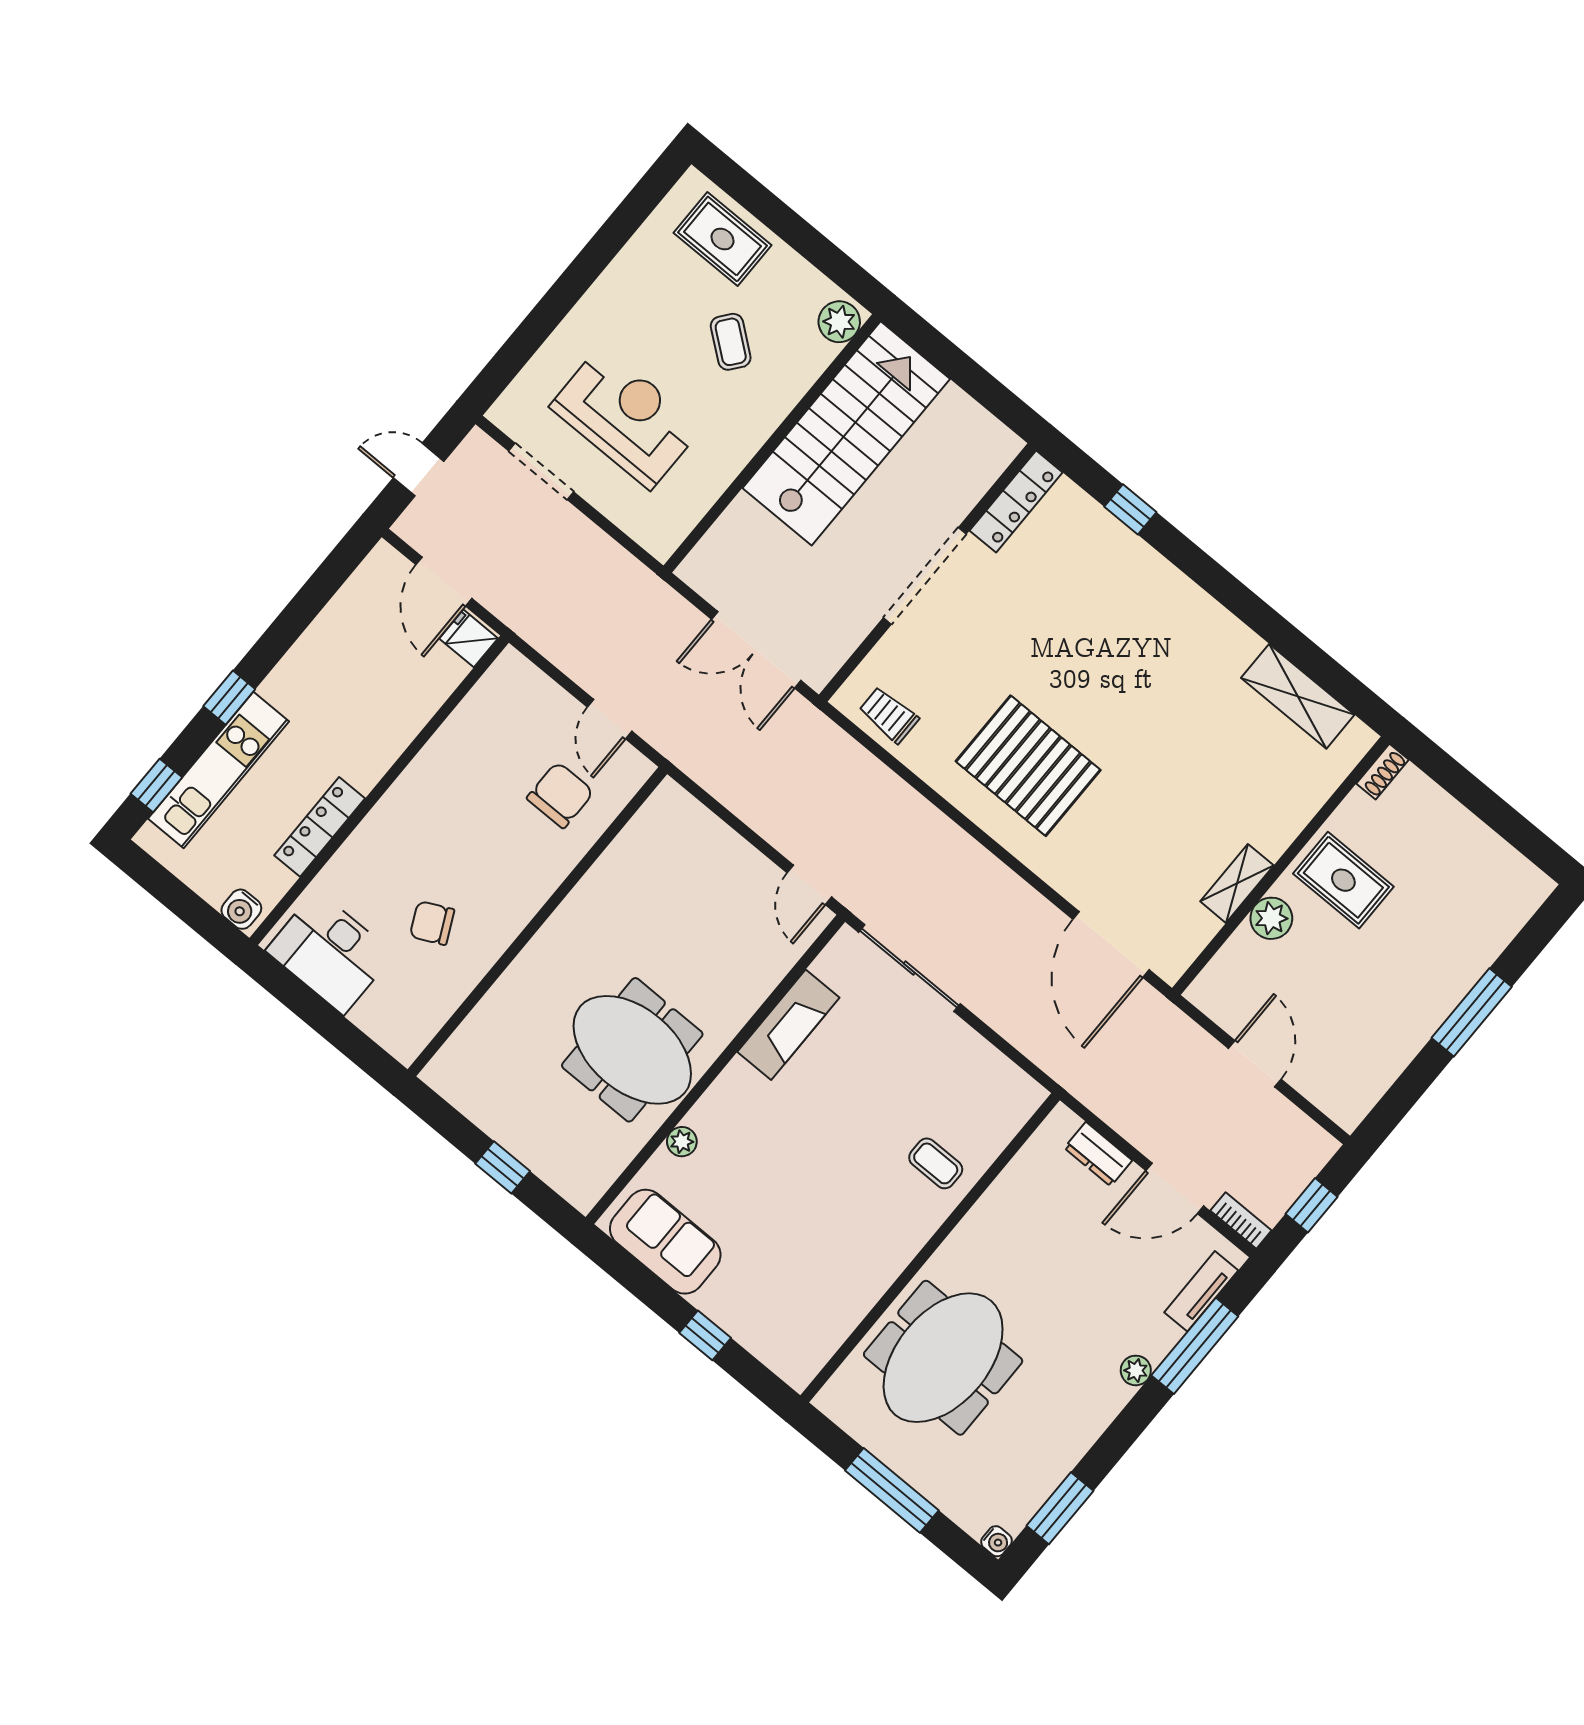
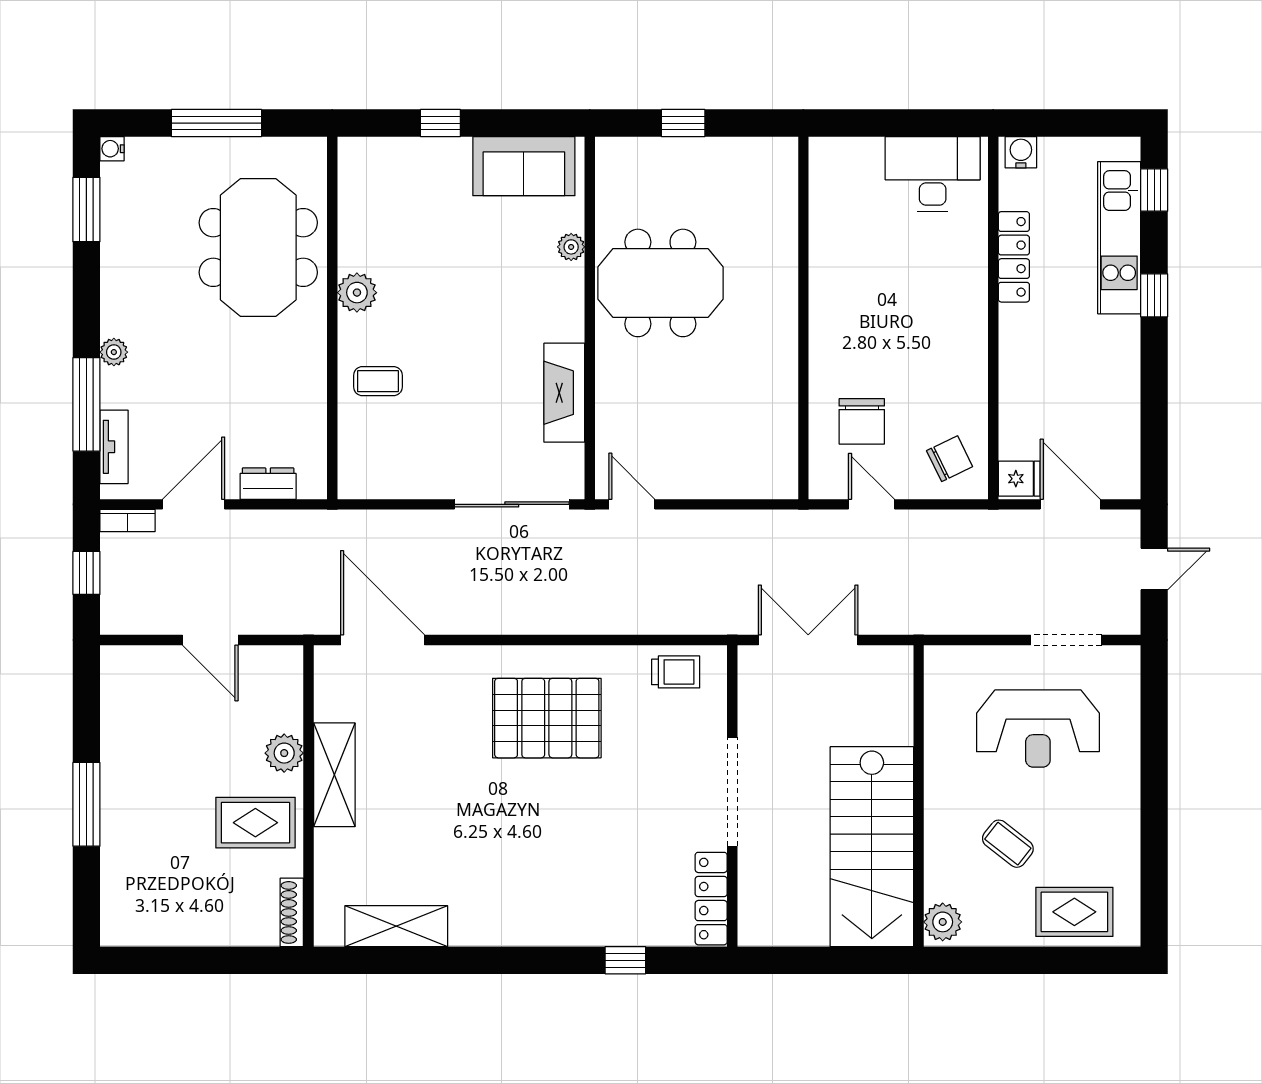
shoe rack: (1382, 772) -> (292, 912), width x1.43
shelving: (1237, 883) -> (334, 775), width x1.50, depth x1.33
chair: (432, 923) -> (950, 459), moved
plant: (892, 1252) -> (357, 293), added

